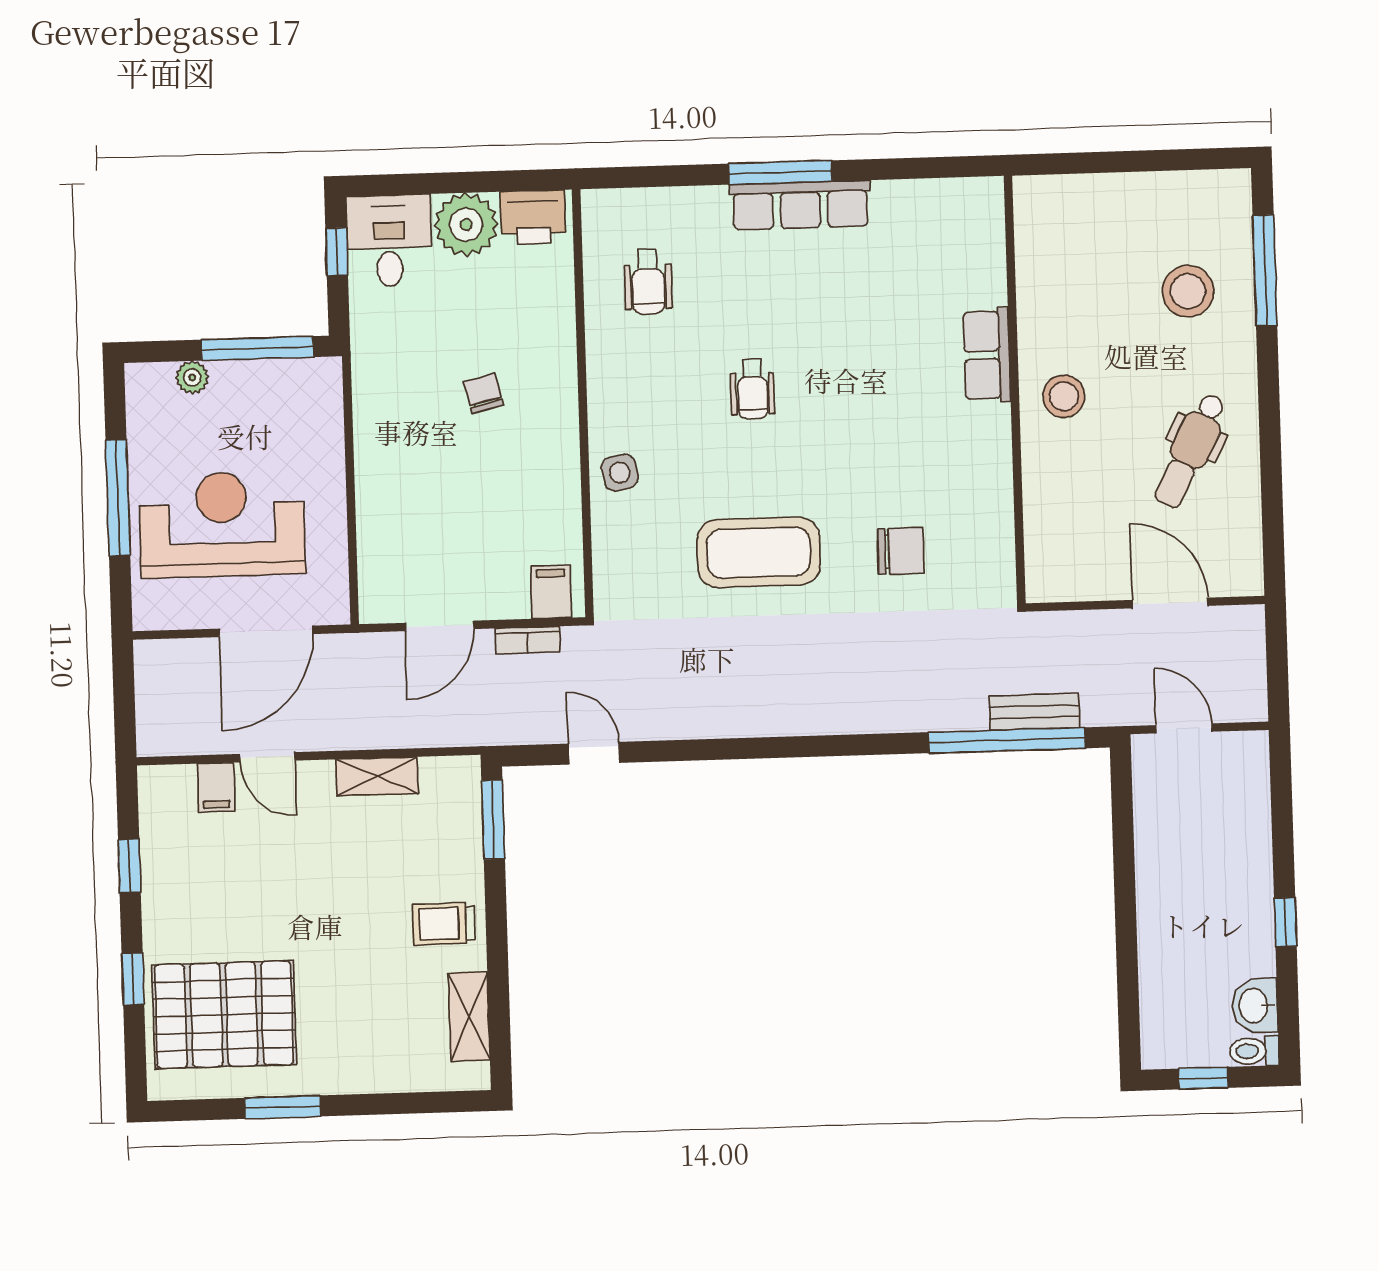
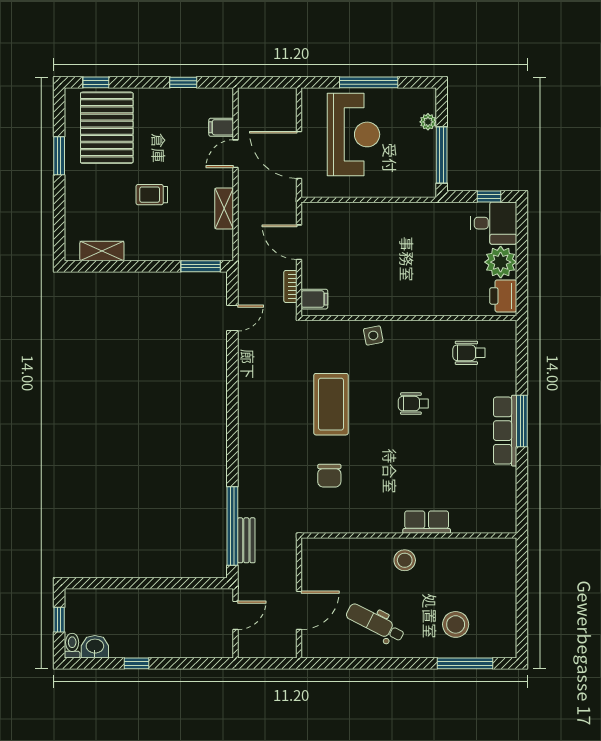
chair: (483, 393) -> (415, 268), removed
trolley: (444, 924) -> (152, 195), moved, turned -90
window: (133, 979) -> (96, 82), moved

